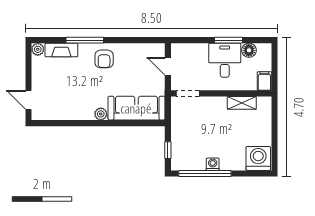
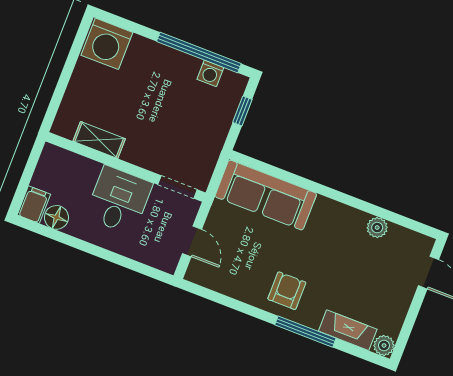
window: (228, 40) -> (82, 245), removed
desk: (225, 60) -> (119, 200), moved, turned 180
filing cabinet: (264, 81) -> (34, 205), moved, turned 180
plant: (101, 114) -> (377, 228), moved
washing machine: (213, 164) -> (210, 73), moved

